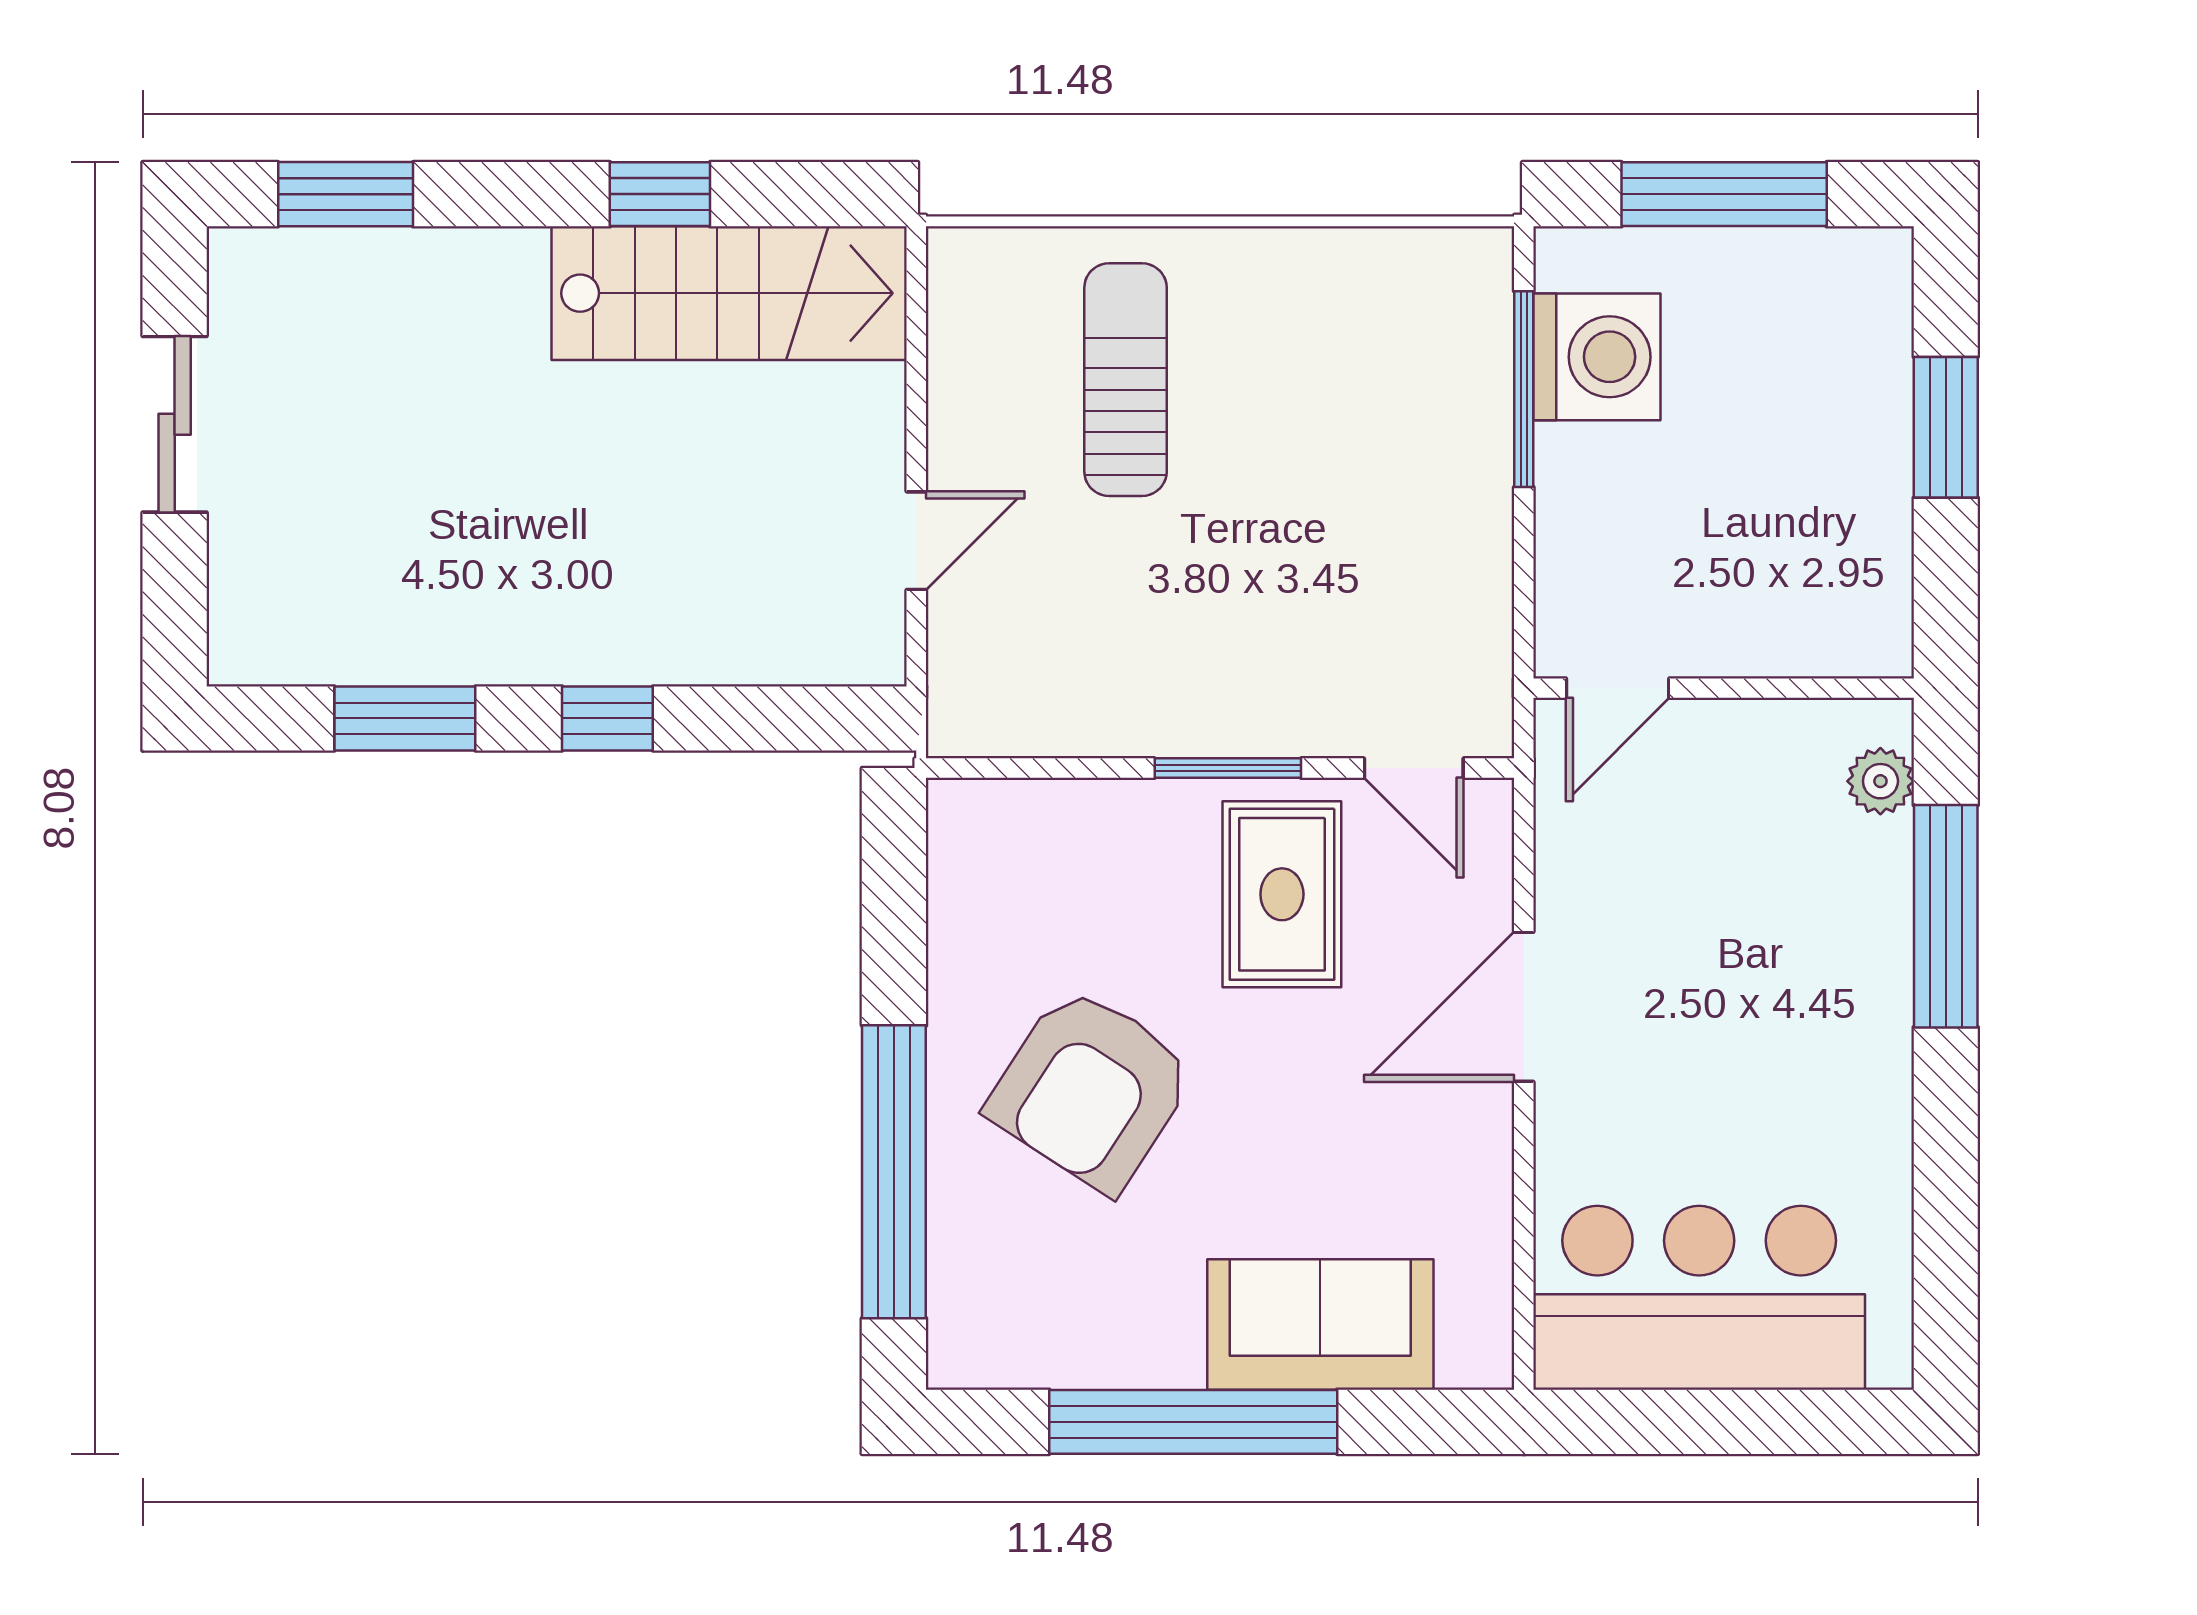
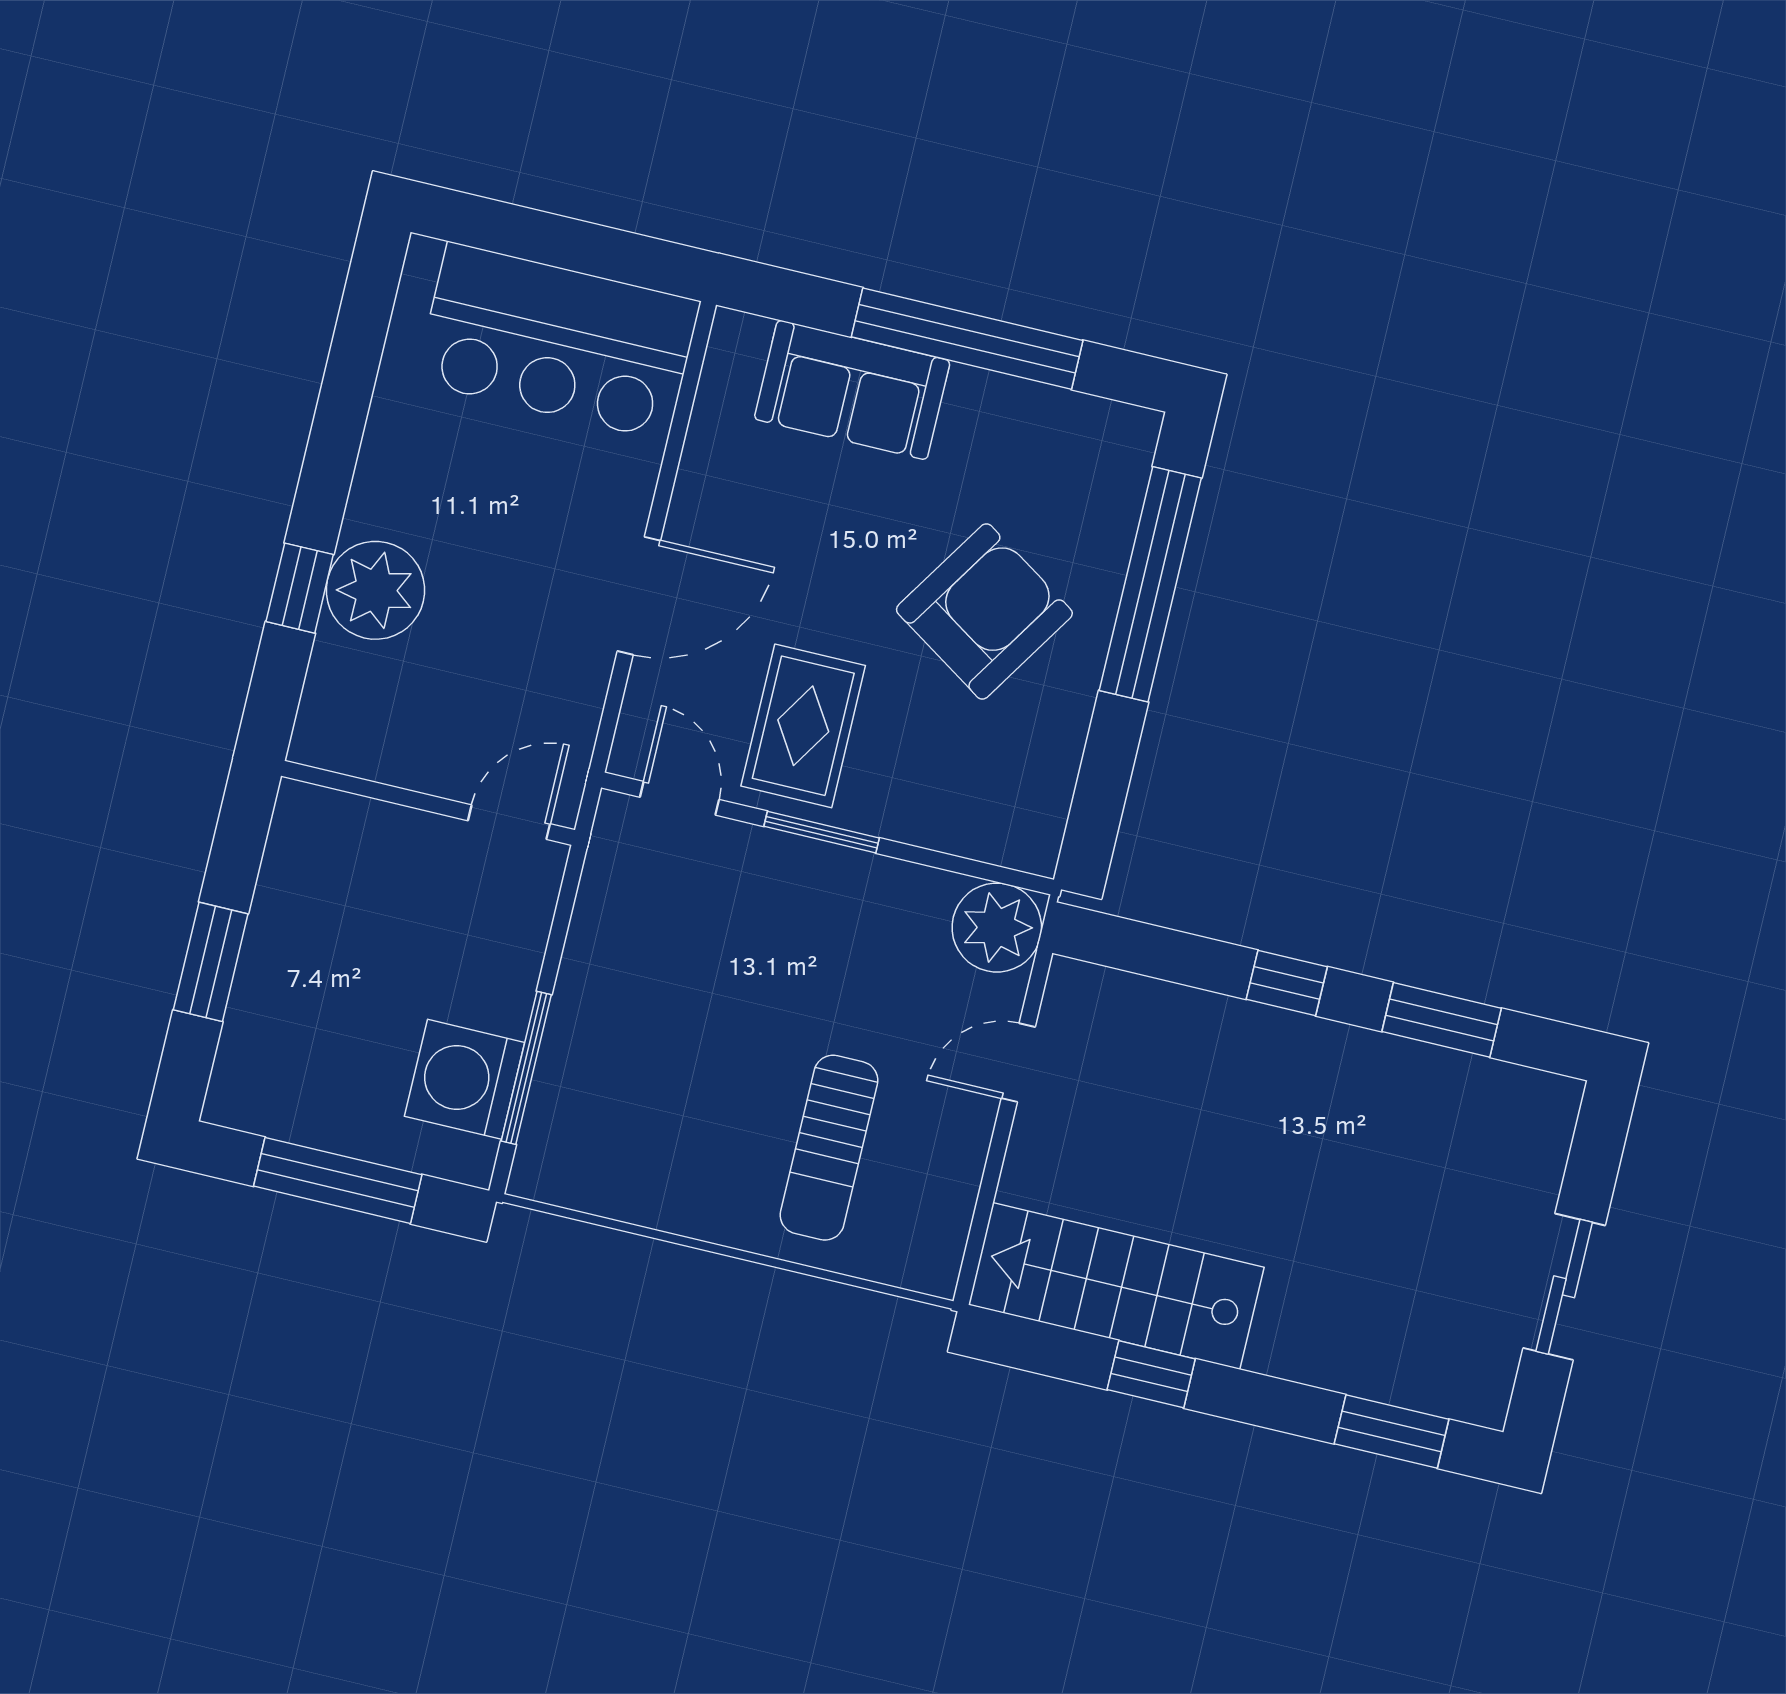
plant: (983, 702) -> (997, 928), added
plant: (1880, 781) -> (375, 590), moved, width x1.87, depth x1.87
window: (1946, 916) -> (300, 588), width x0.46

